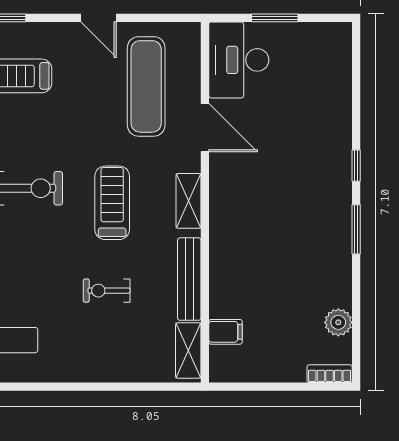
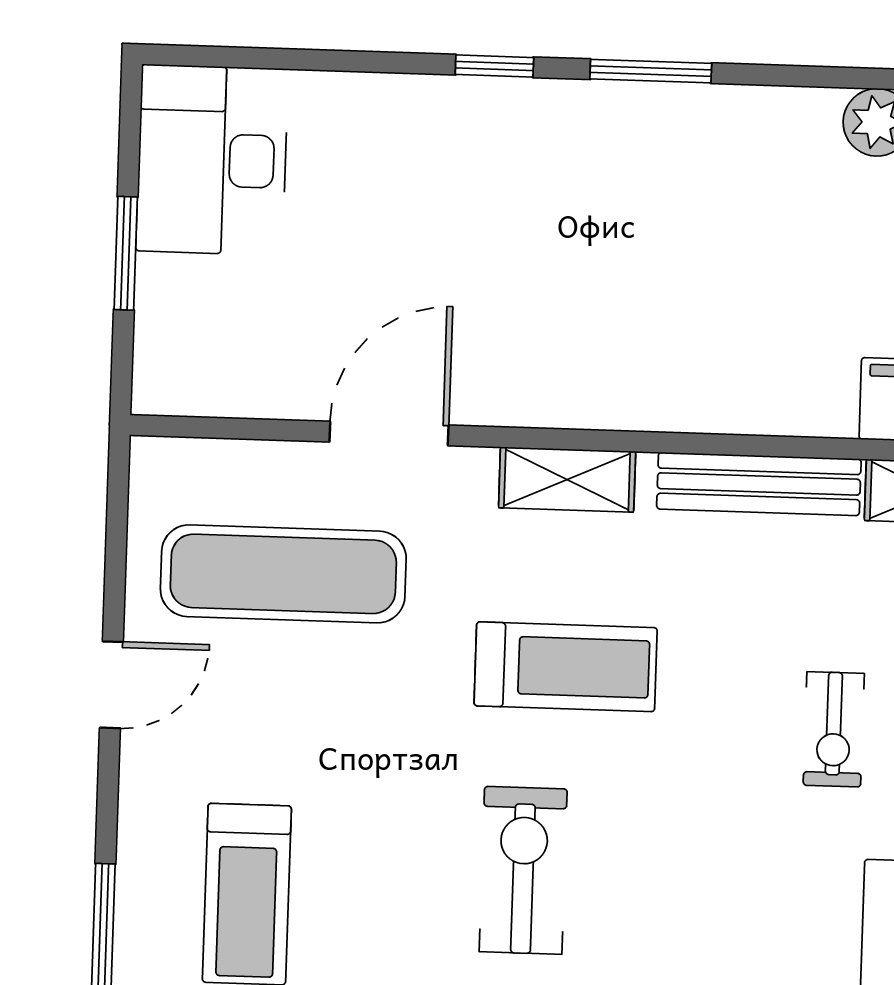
desk: (239, 60) -> (212, 160), moved, turned 90
treadmill: (112, 203) -> (566, 667), turned 180
exercise bike: (107, 291) -> (834, 729), moved

